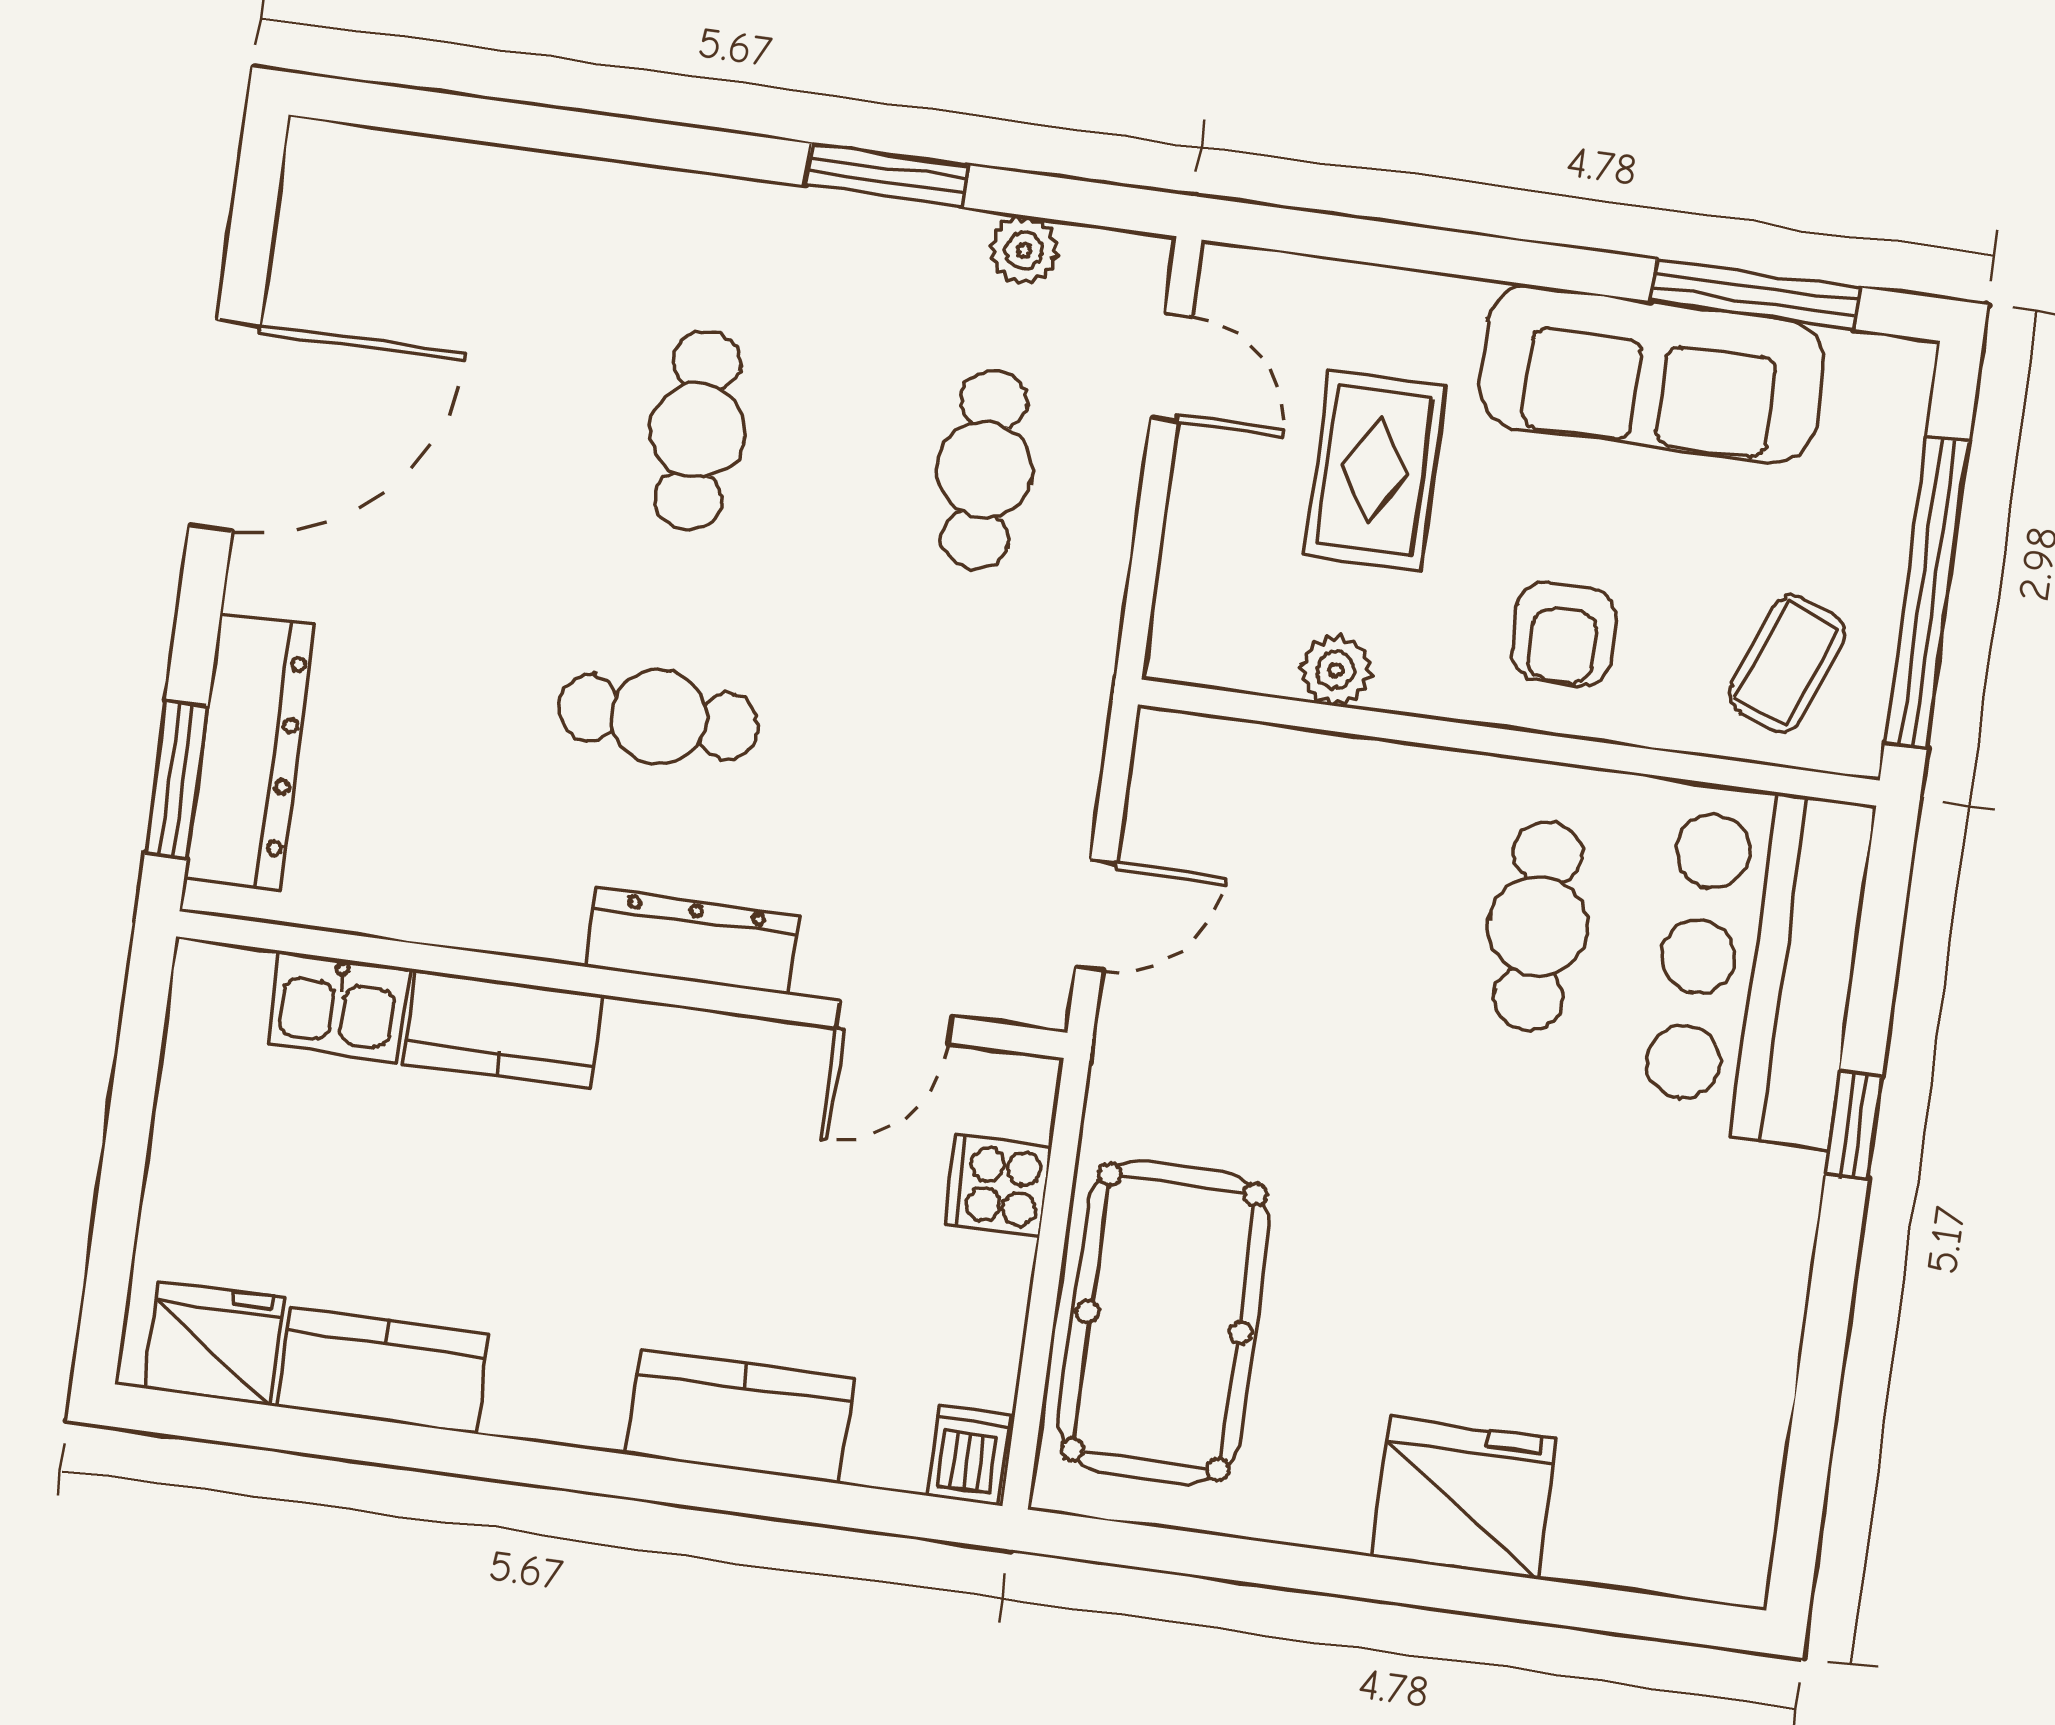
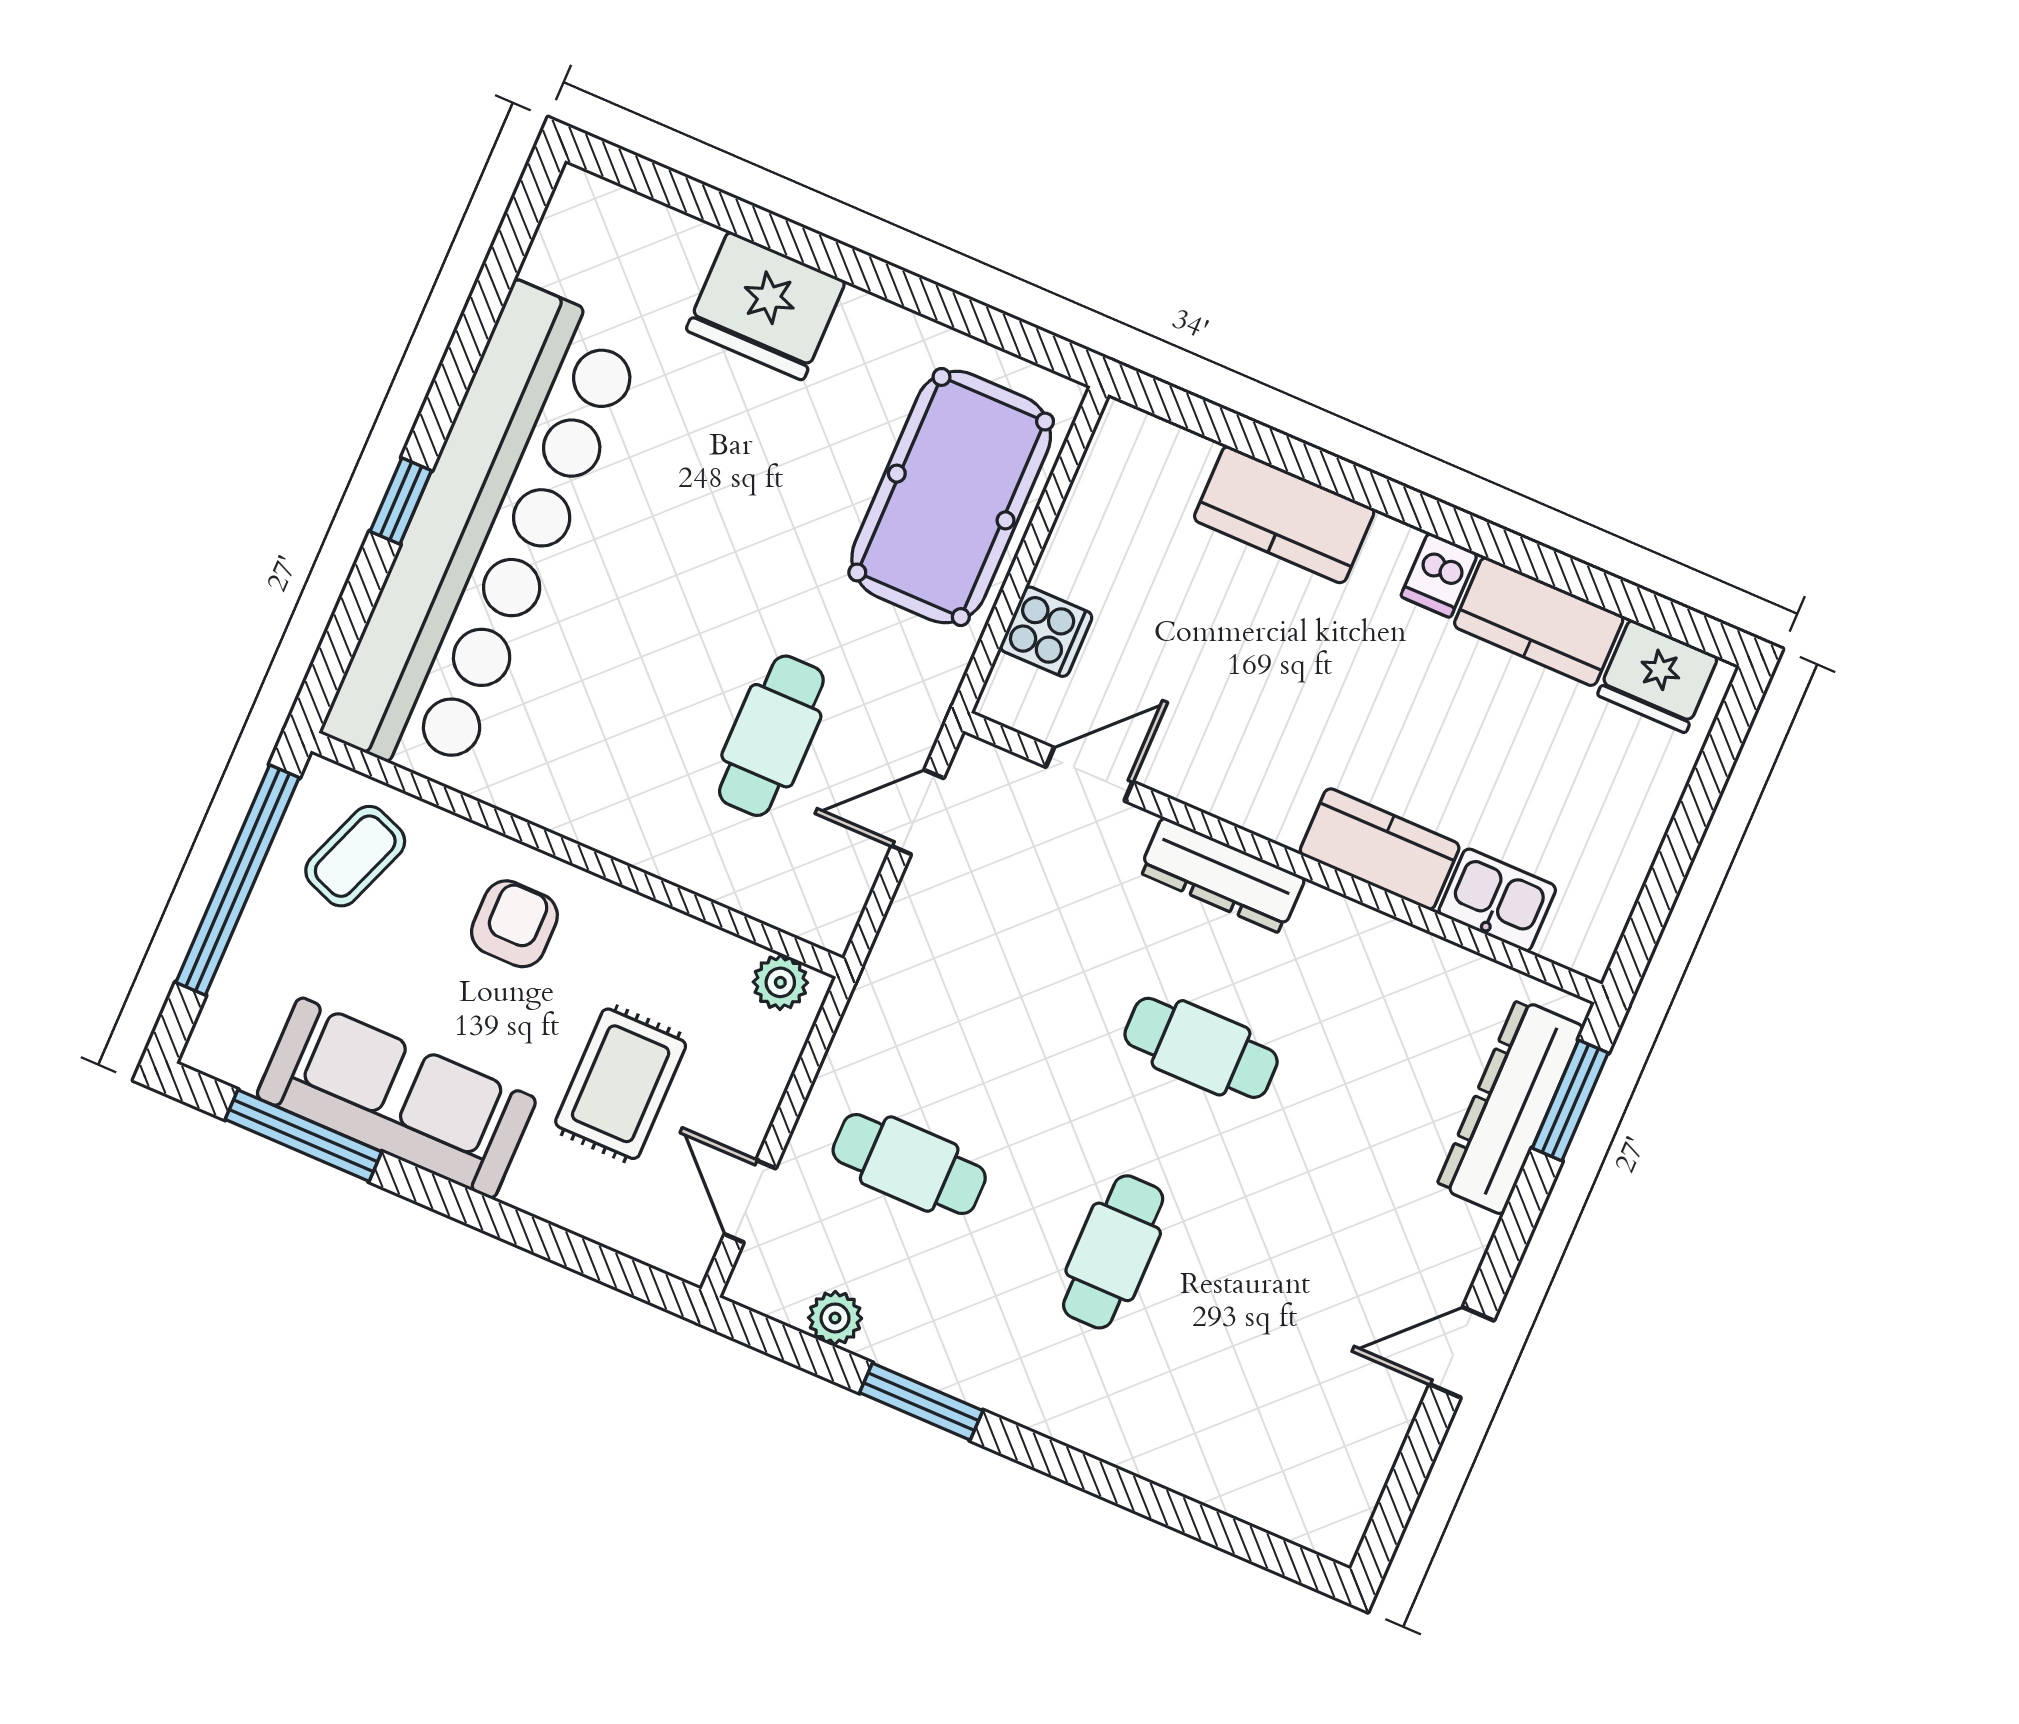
door: (225, 426) -> (1462, 1352), width x0.53
cafe table: (984, 470) -> (909, 1164), turned 90
plant: (1336, 670) -> (780, 982), moved
cafe table: (1538, 926) -> (771, 736), moved
bar counter: (1757, 965) -> (484, 535), width x1.86
dishwasher: (968, 1455) -> (1439, 575), moved

